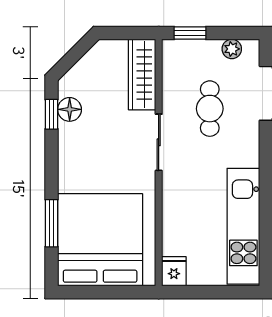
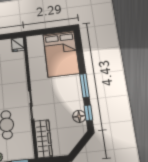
window: (51, 223) -> (85, 86), moved
bed: (100, 240) -> (61, 54), width x0.73

